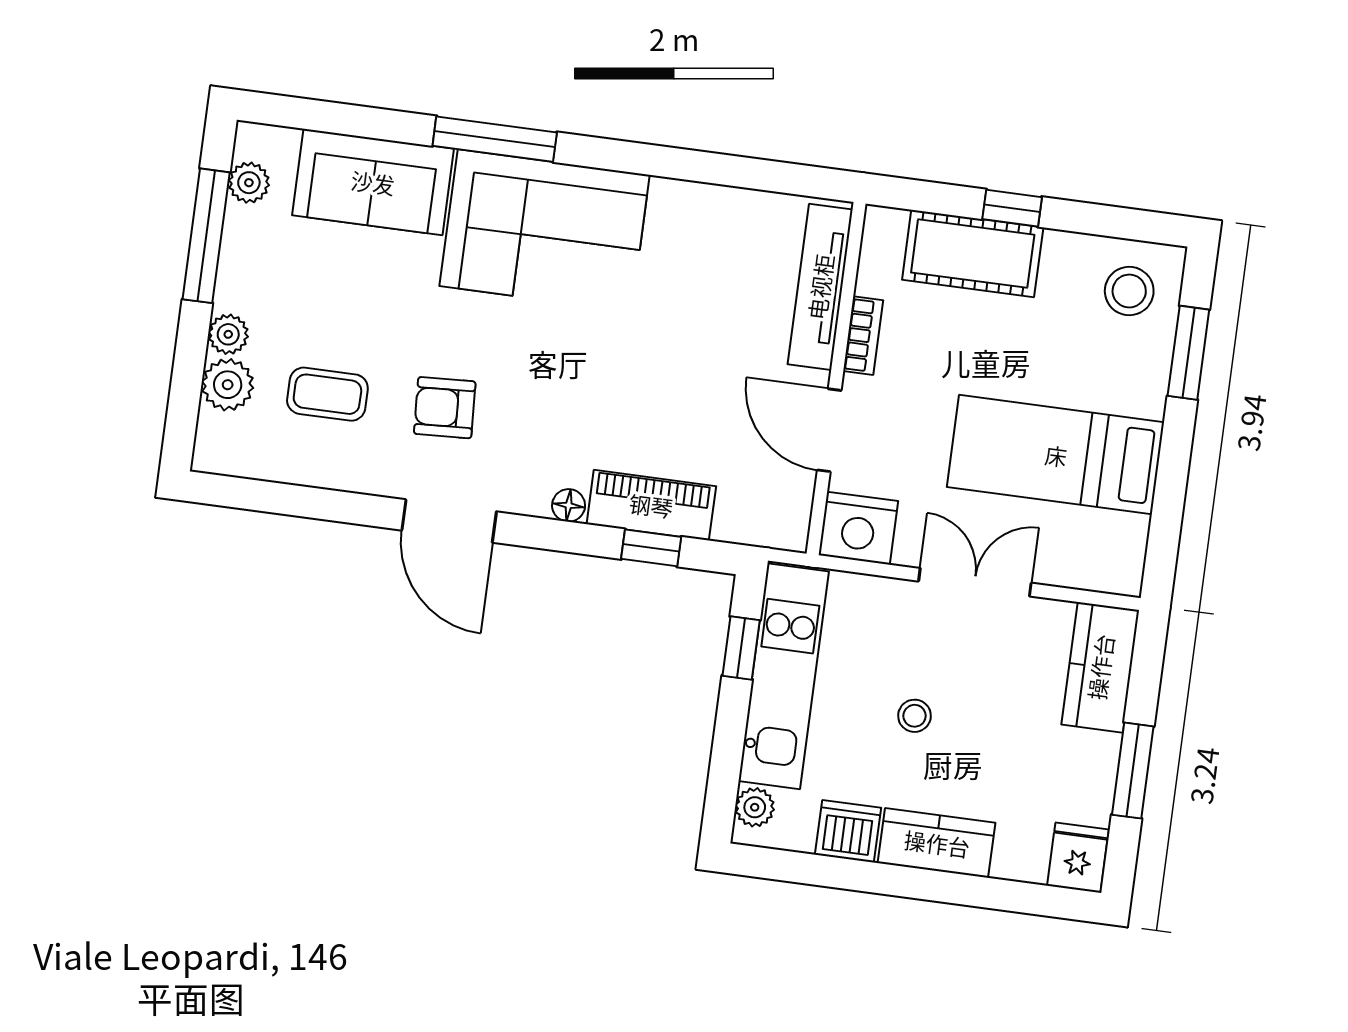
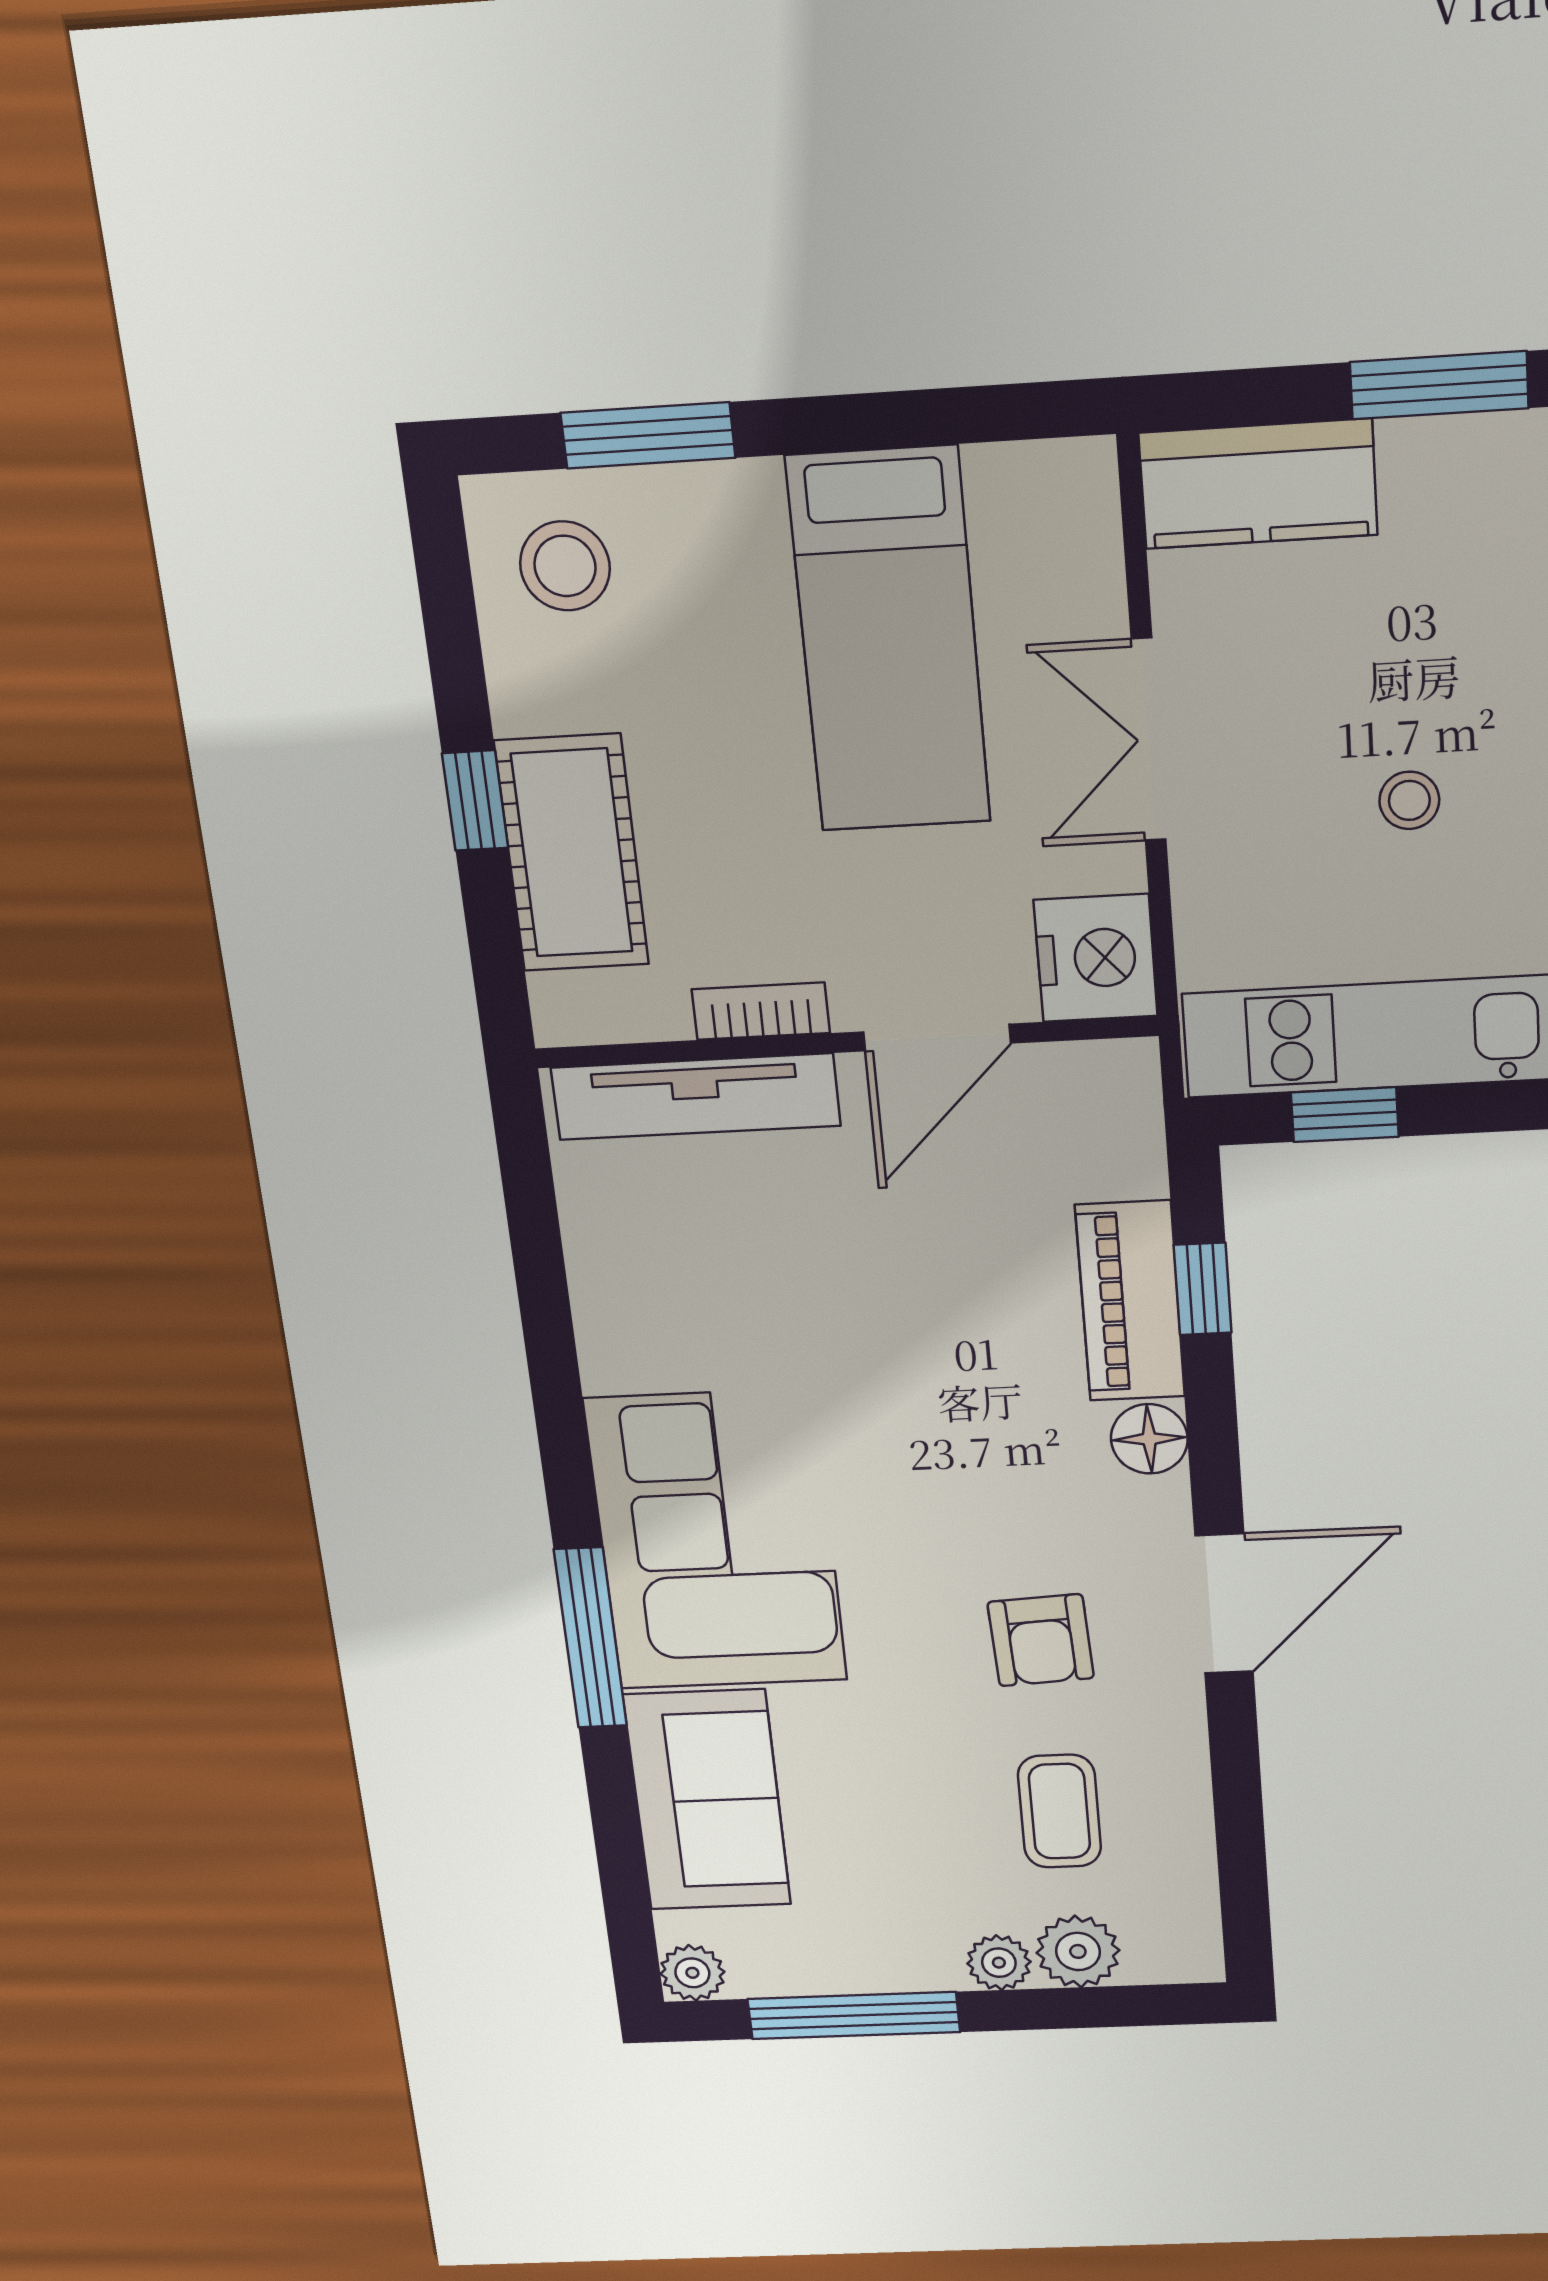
plant: (249, 183) -> (692, 1973), moved
floor lamp: (569, 505) -> (1149, 1439), width x1.37, depth x1.37

